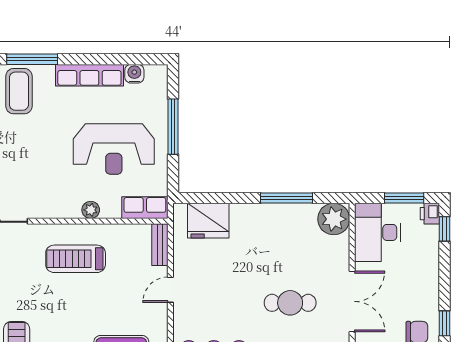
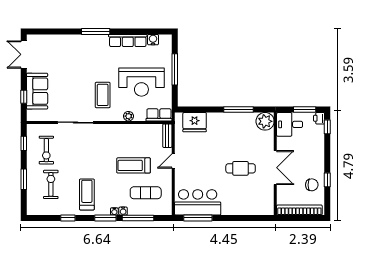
coffee table: (19, 91) -> (103, 95), moved
desk: (377, 232) -> (290, 124), width x0.73
treadmill: (76, 259) -> (134, 165), moved

